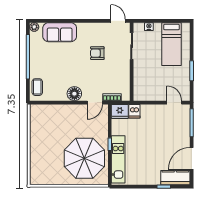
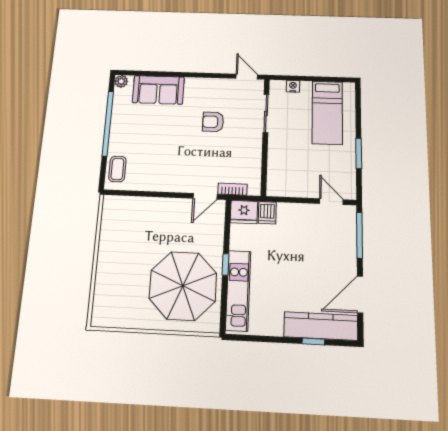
floor lamp: (74, 94) -> (174, 181), removed
kitchen counter: (175, 178) -> (321, 326), width x1.50

